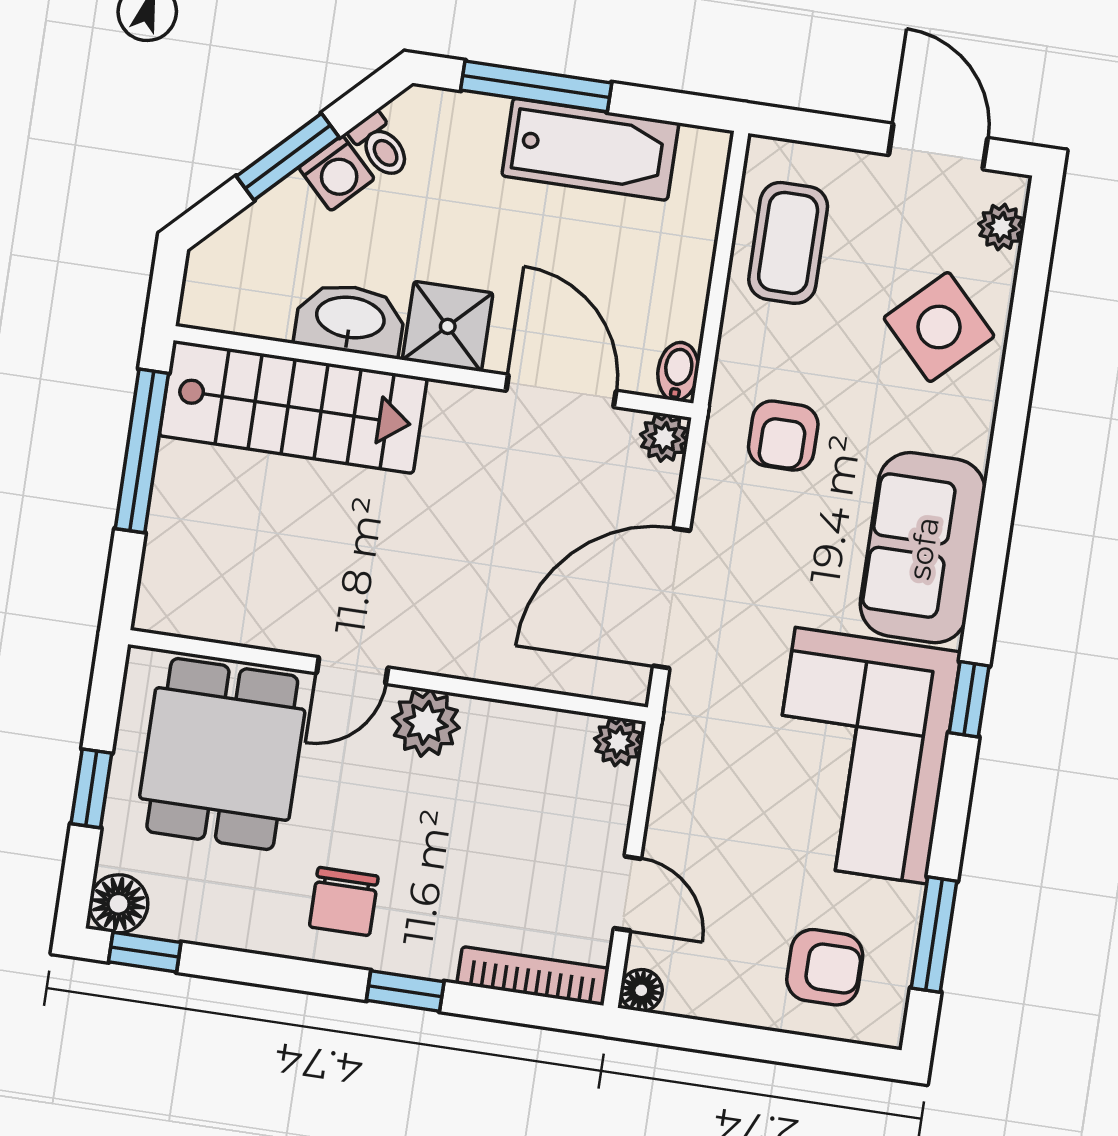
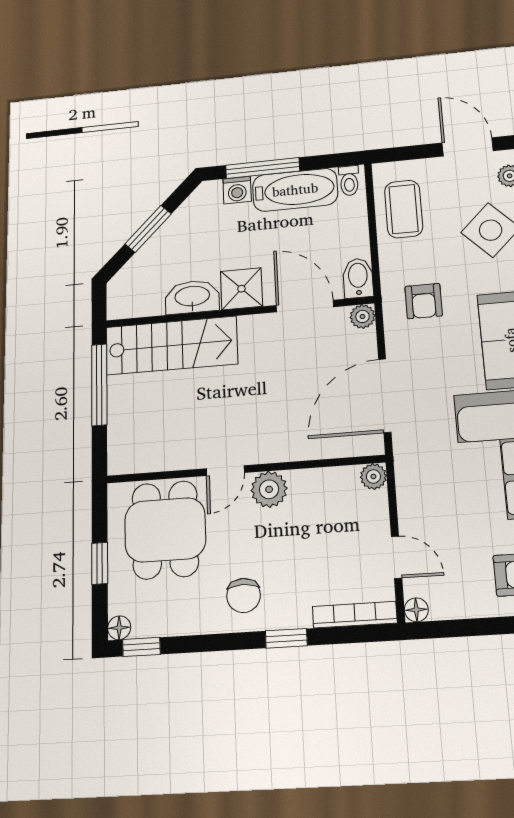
toilet: (380, 146) -> (349, 181), moved, turned 45
washing machine: (337, 173) -> (237, 190), moved, turned 45
bidet: (678, 371) -> (358, 278), width x1.38, depth x1.36
floor lamp: (119, 904) -> (119, 628), width x0.73, depth x0.73

